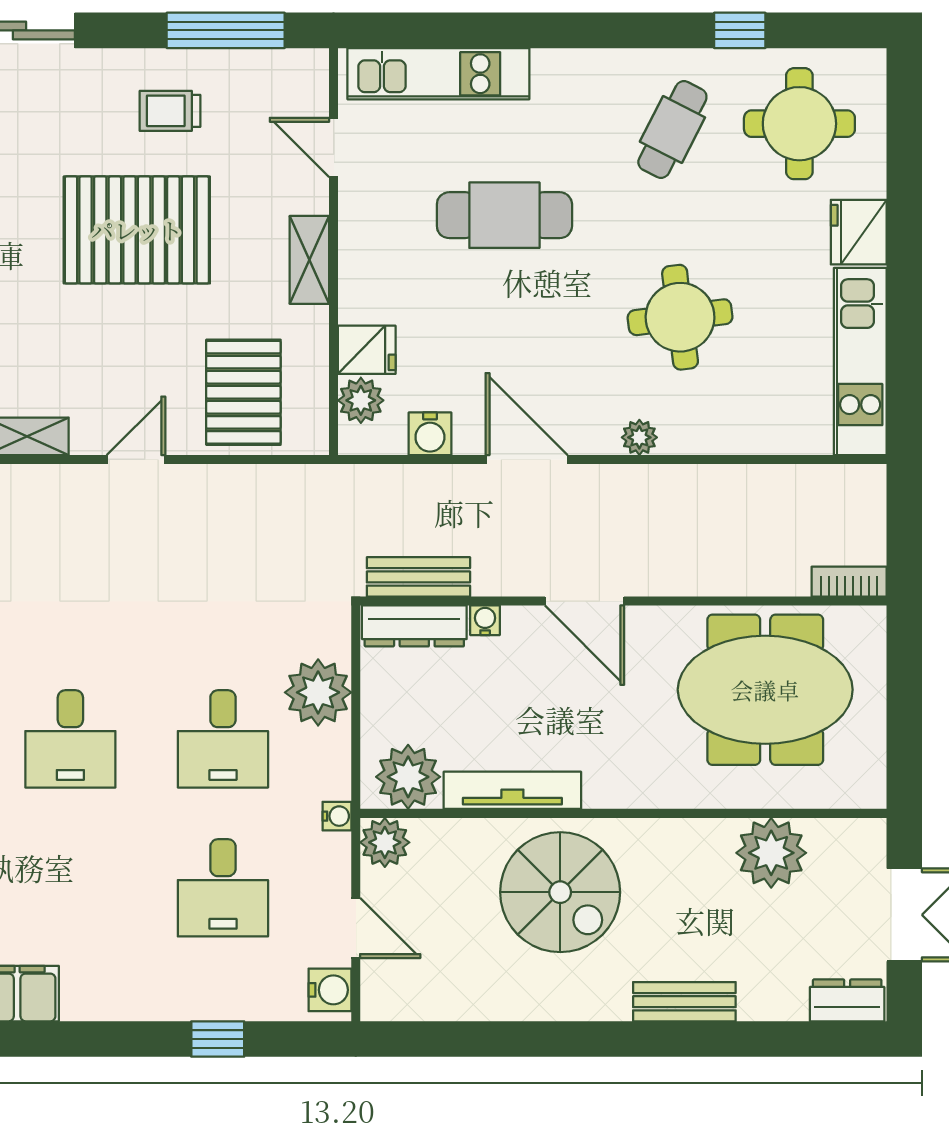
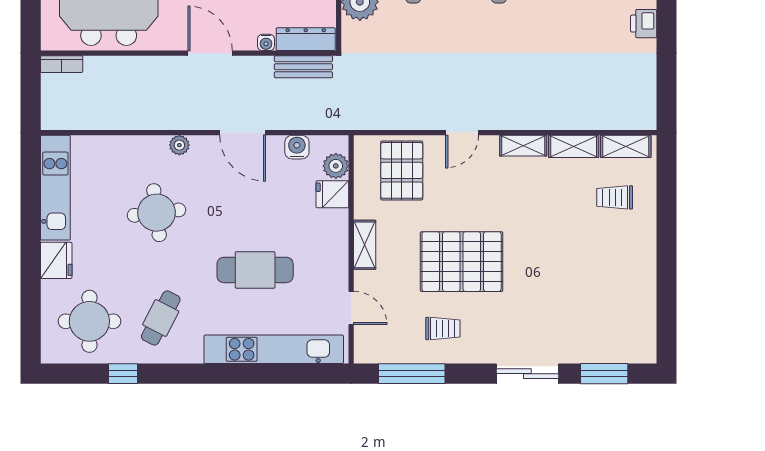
kitchen unit: (438, 74) -> (274, 349), width x1.36

